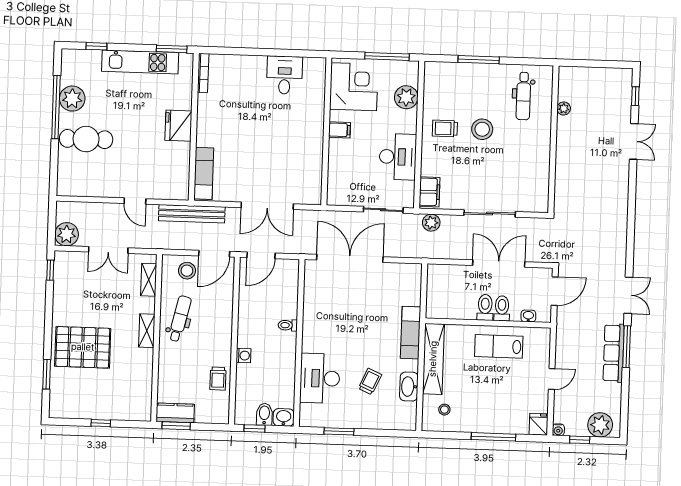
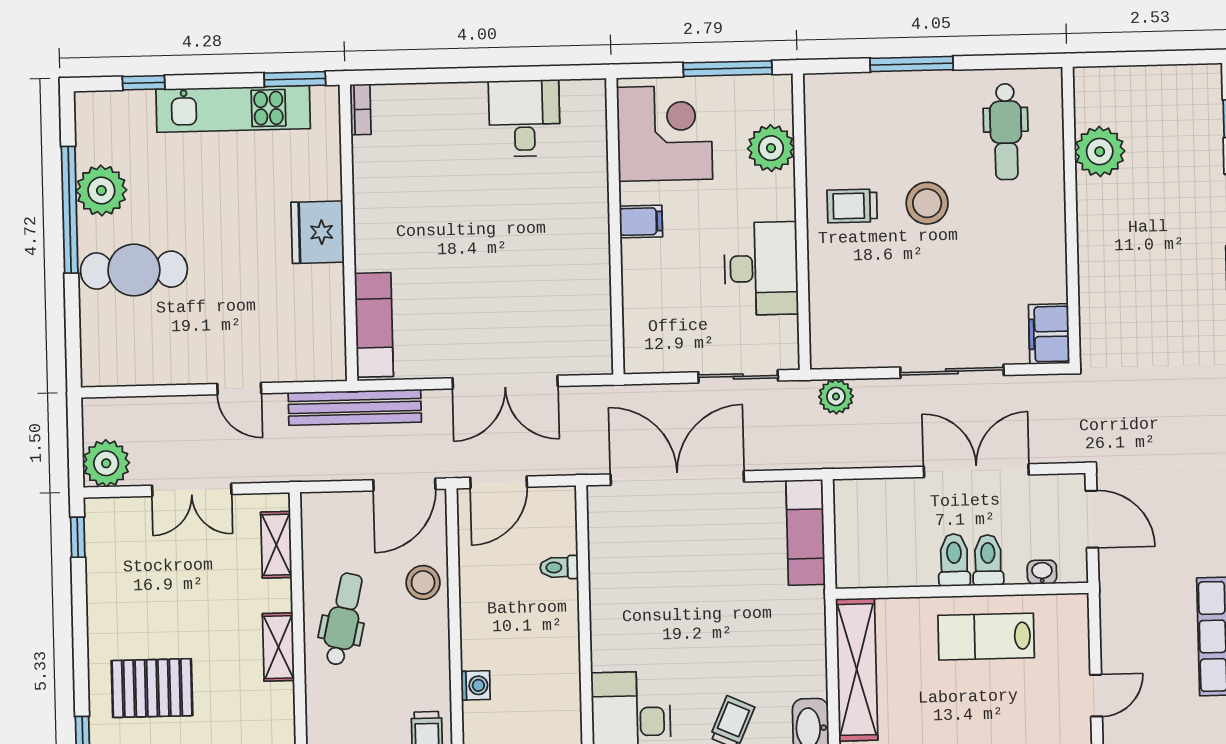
bookcase: (203, 73) -> (361, 109), width x0.64
plant: (564, 108) -> (1100, 152), width x1.88, depth x1.88
filing cabinet: (430, 192) -> (1049, 334), moved, turned 180
stool: (187, 271) -> (423, 582), moved
door: (555, 291) -> (1092, 519), hinge flipped
toilet: (288, 325) -> (559, 567), moved
exam couch: (411, 333) -> (805, 532), moved
pallet: (83, 347) -> (152, 688), width x0.73, depth x0.71

